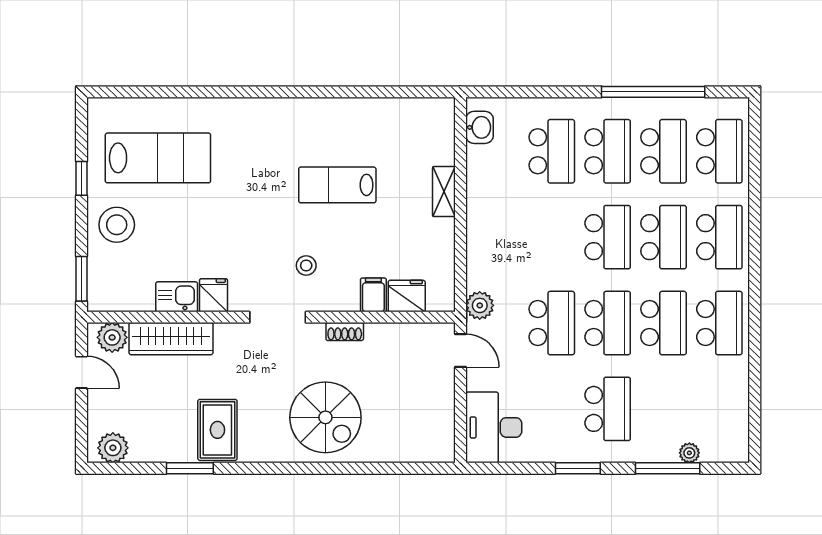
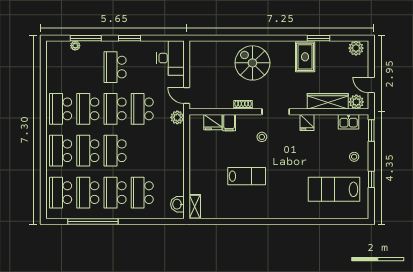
shelving: (444, 192) -> (195, 207), moved
stool: (117, 225) -> (354, 157), width x0.53, depth x0.53
kitchen sink: (177, 297) -> (349, 122), moved

